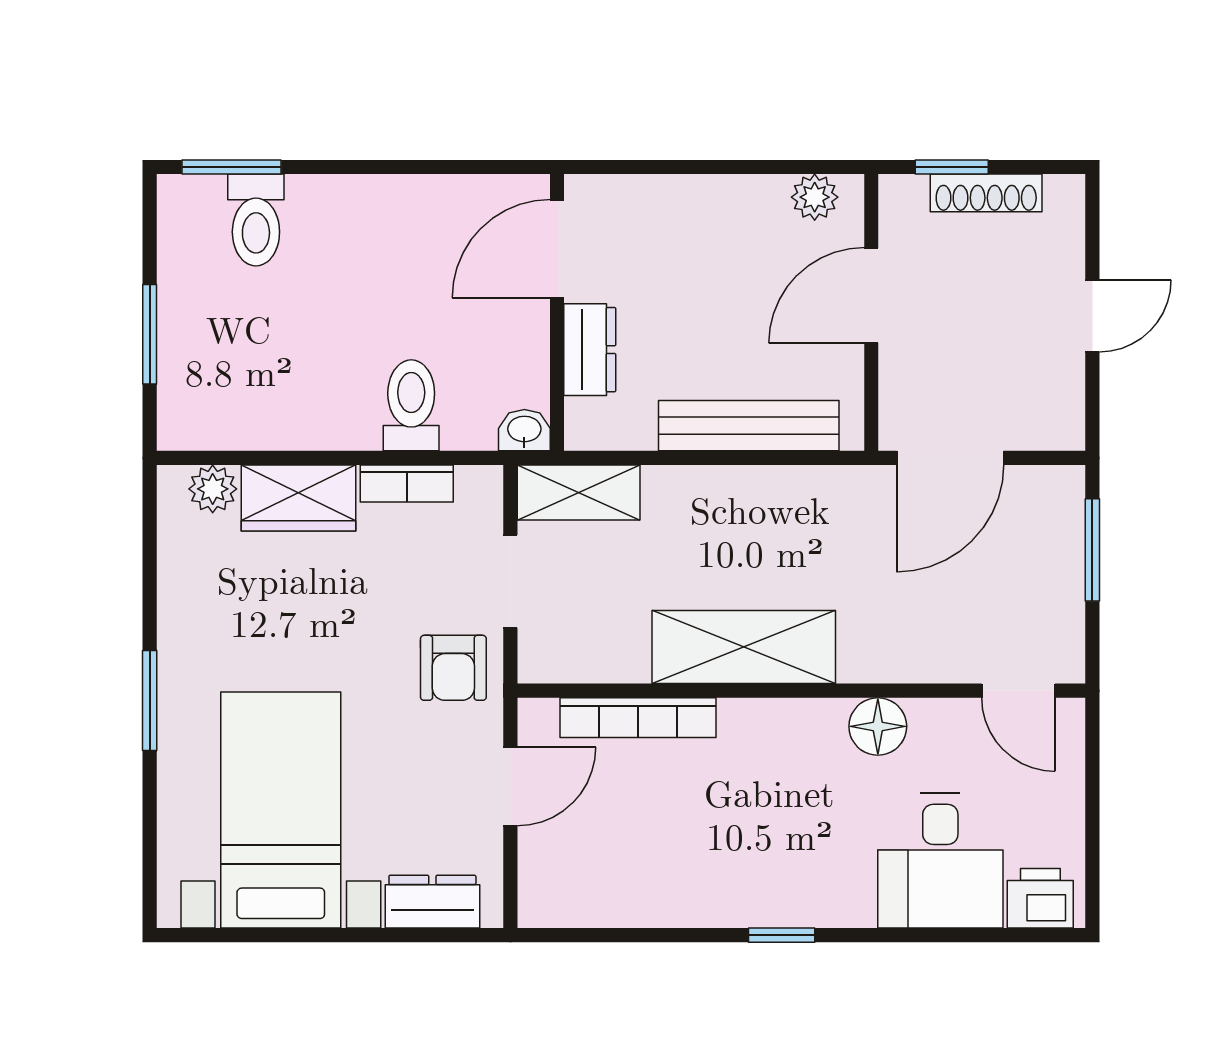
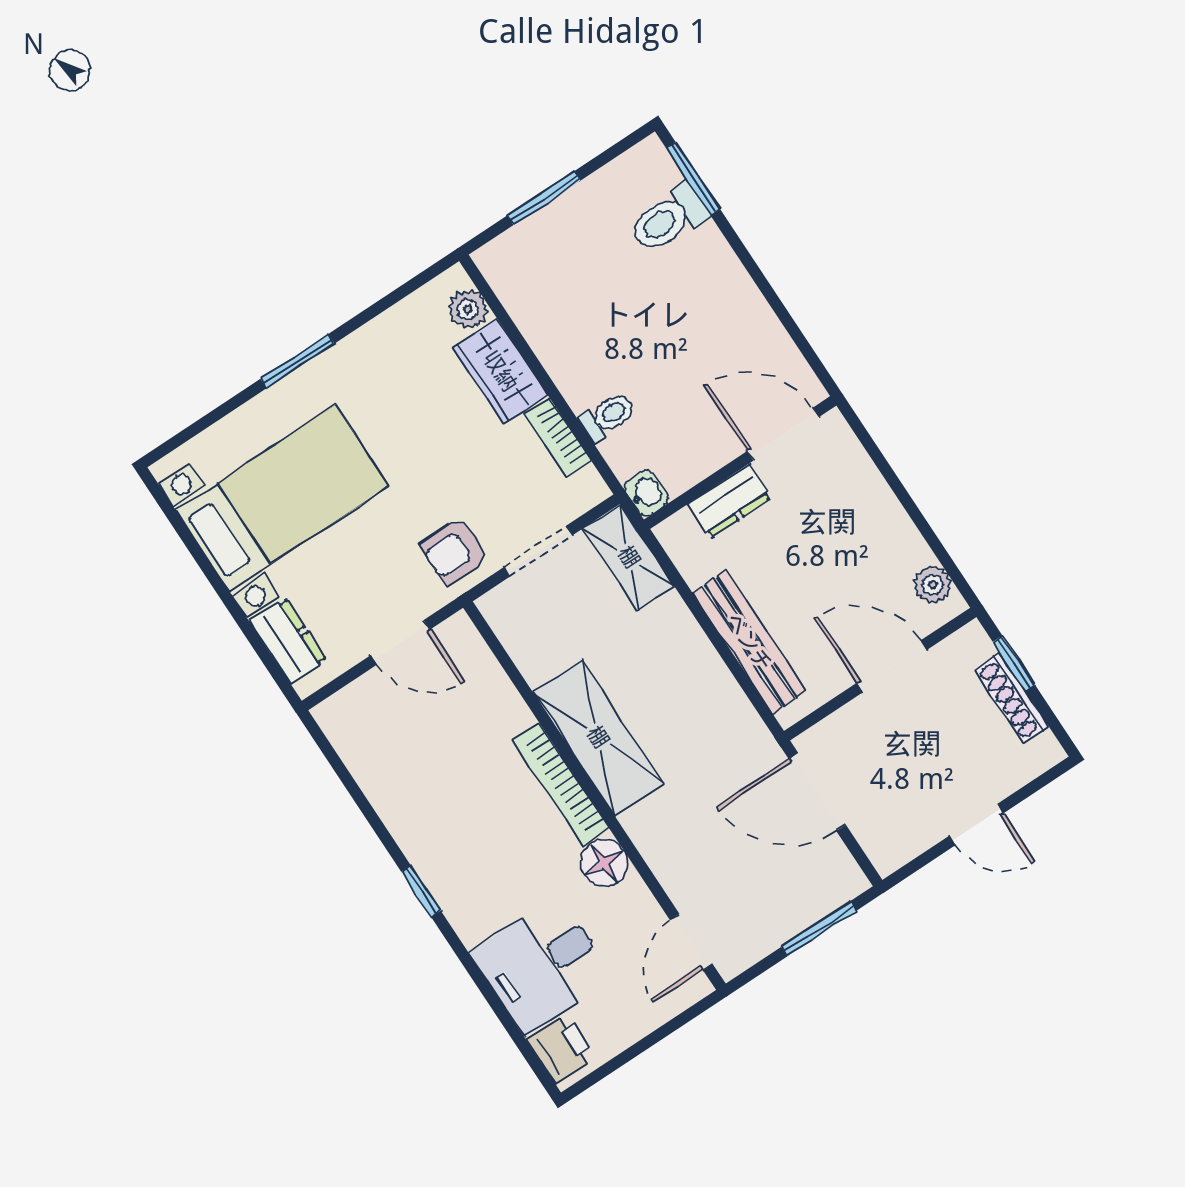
toilet: (411, 405) -> (607, 416), width x0.73, depth x0.72
bookcase: (638, 718) -> (561, 784), moved

